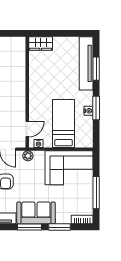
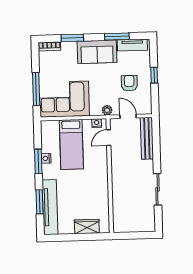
wardrobe: (41, 43) -> (87, 227), moved
window: (96, 193) -> (36, 89), moved
window: (30, 227) -> (117, 37), moved

